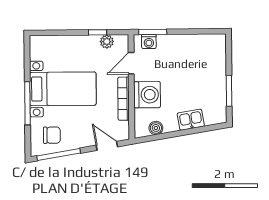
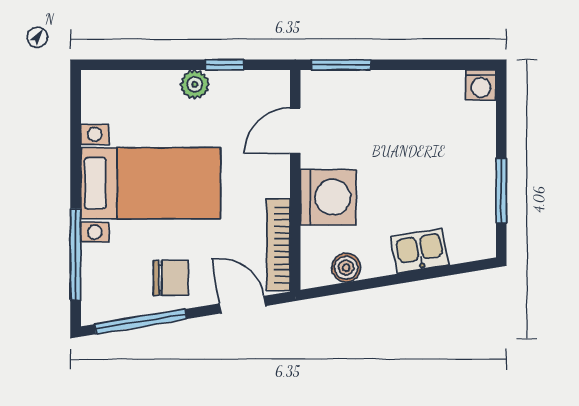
plant: (107, 42) -> (195, 84), moved
washing machine: (149, 42) -> (481, 85), moved
bookcase: (124, 99) -> (278, 245), moved
window: (27, 103) -> (76, 254), moved
chair: (52, 135) -> (171, 278), moved

